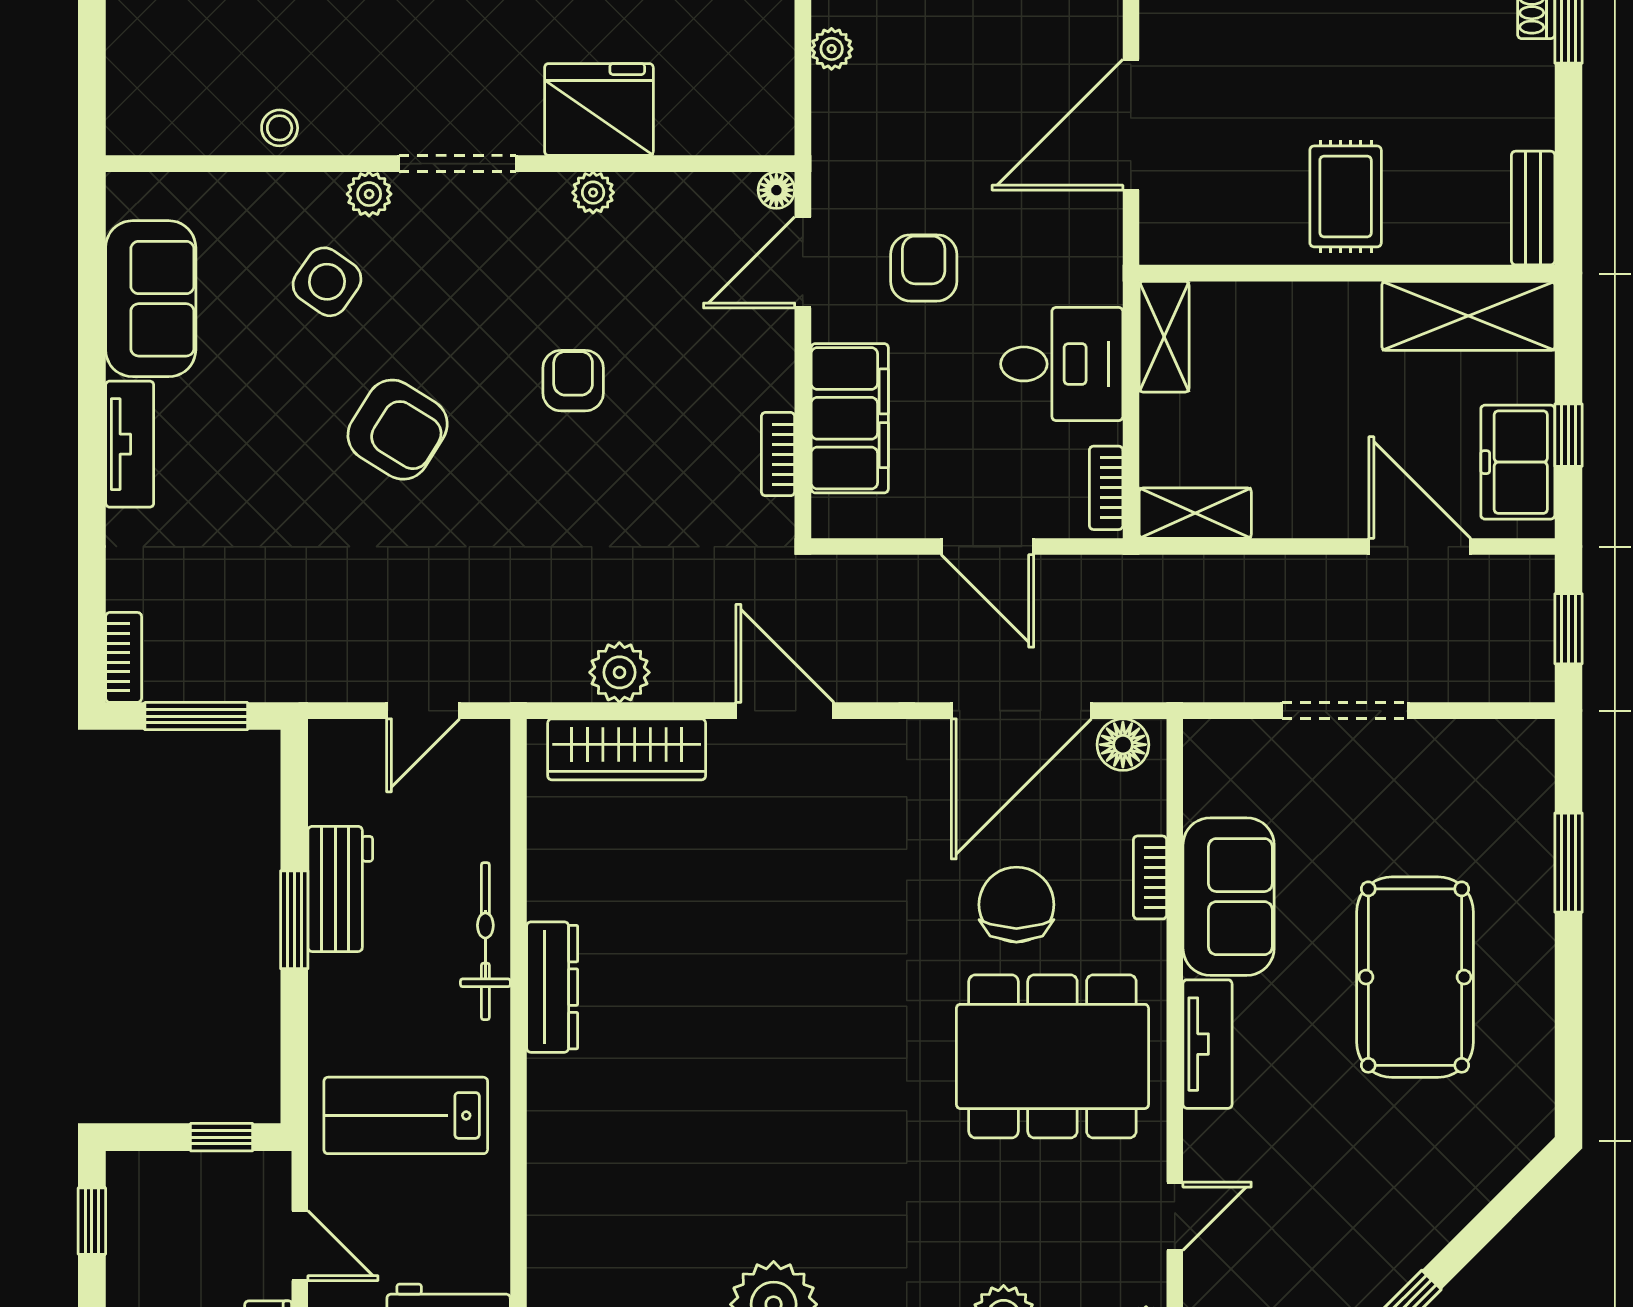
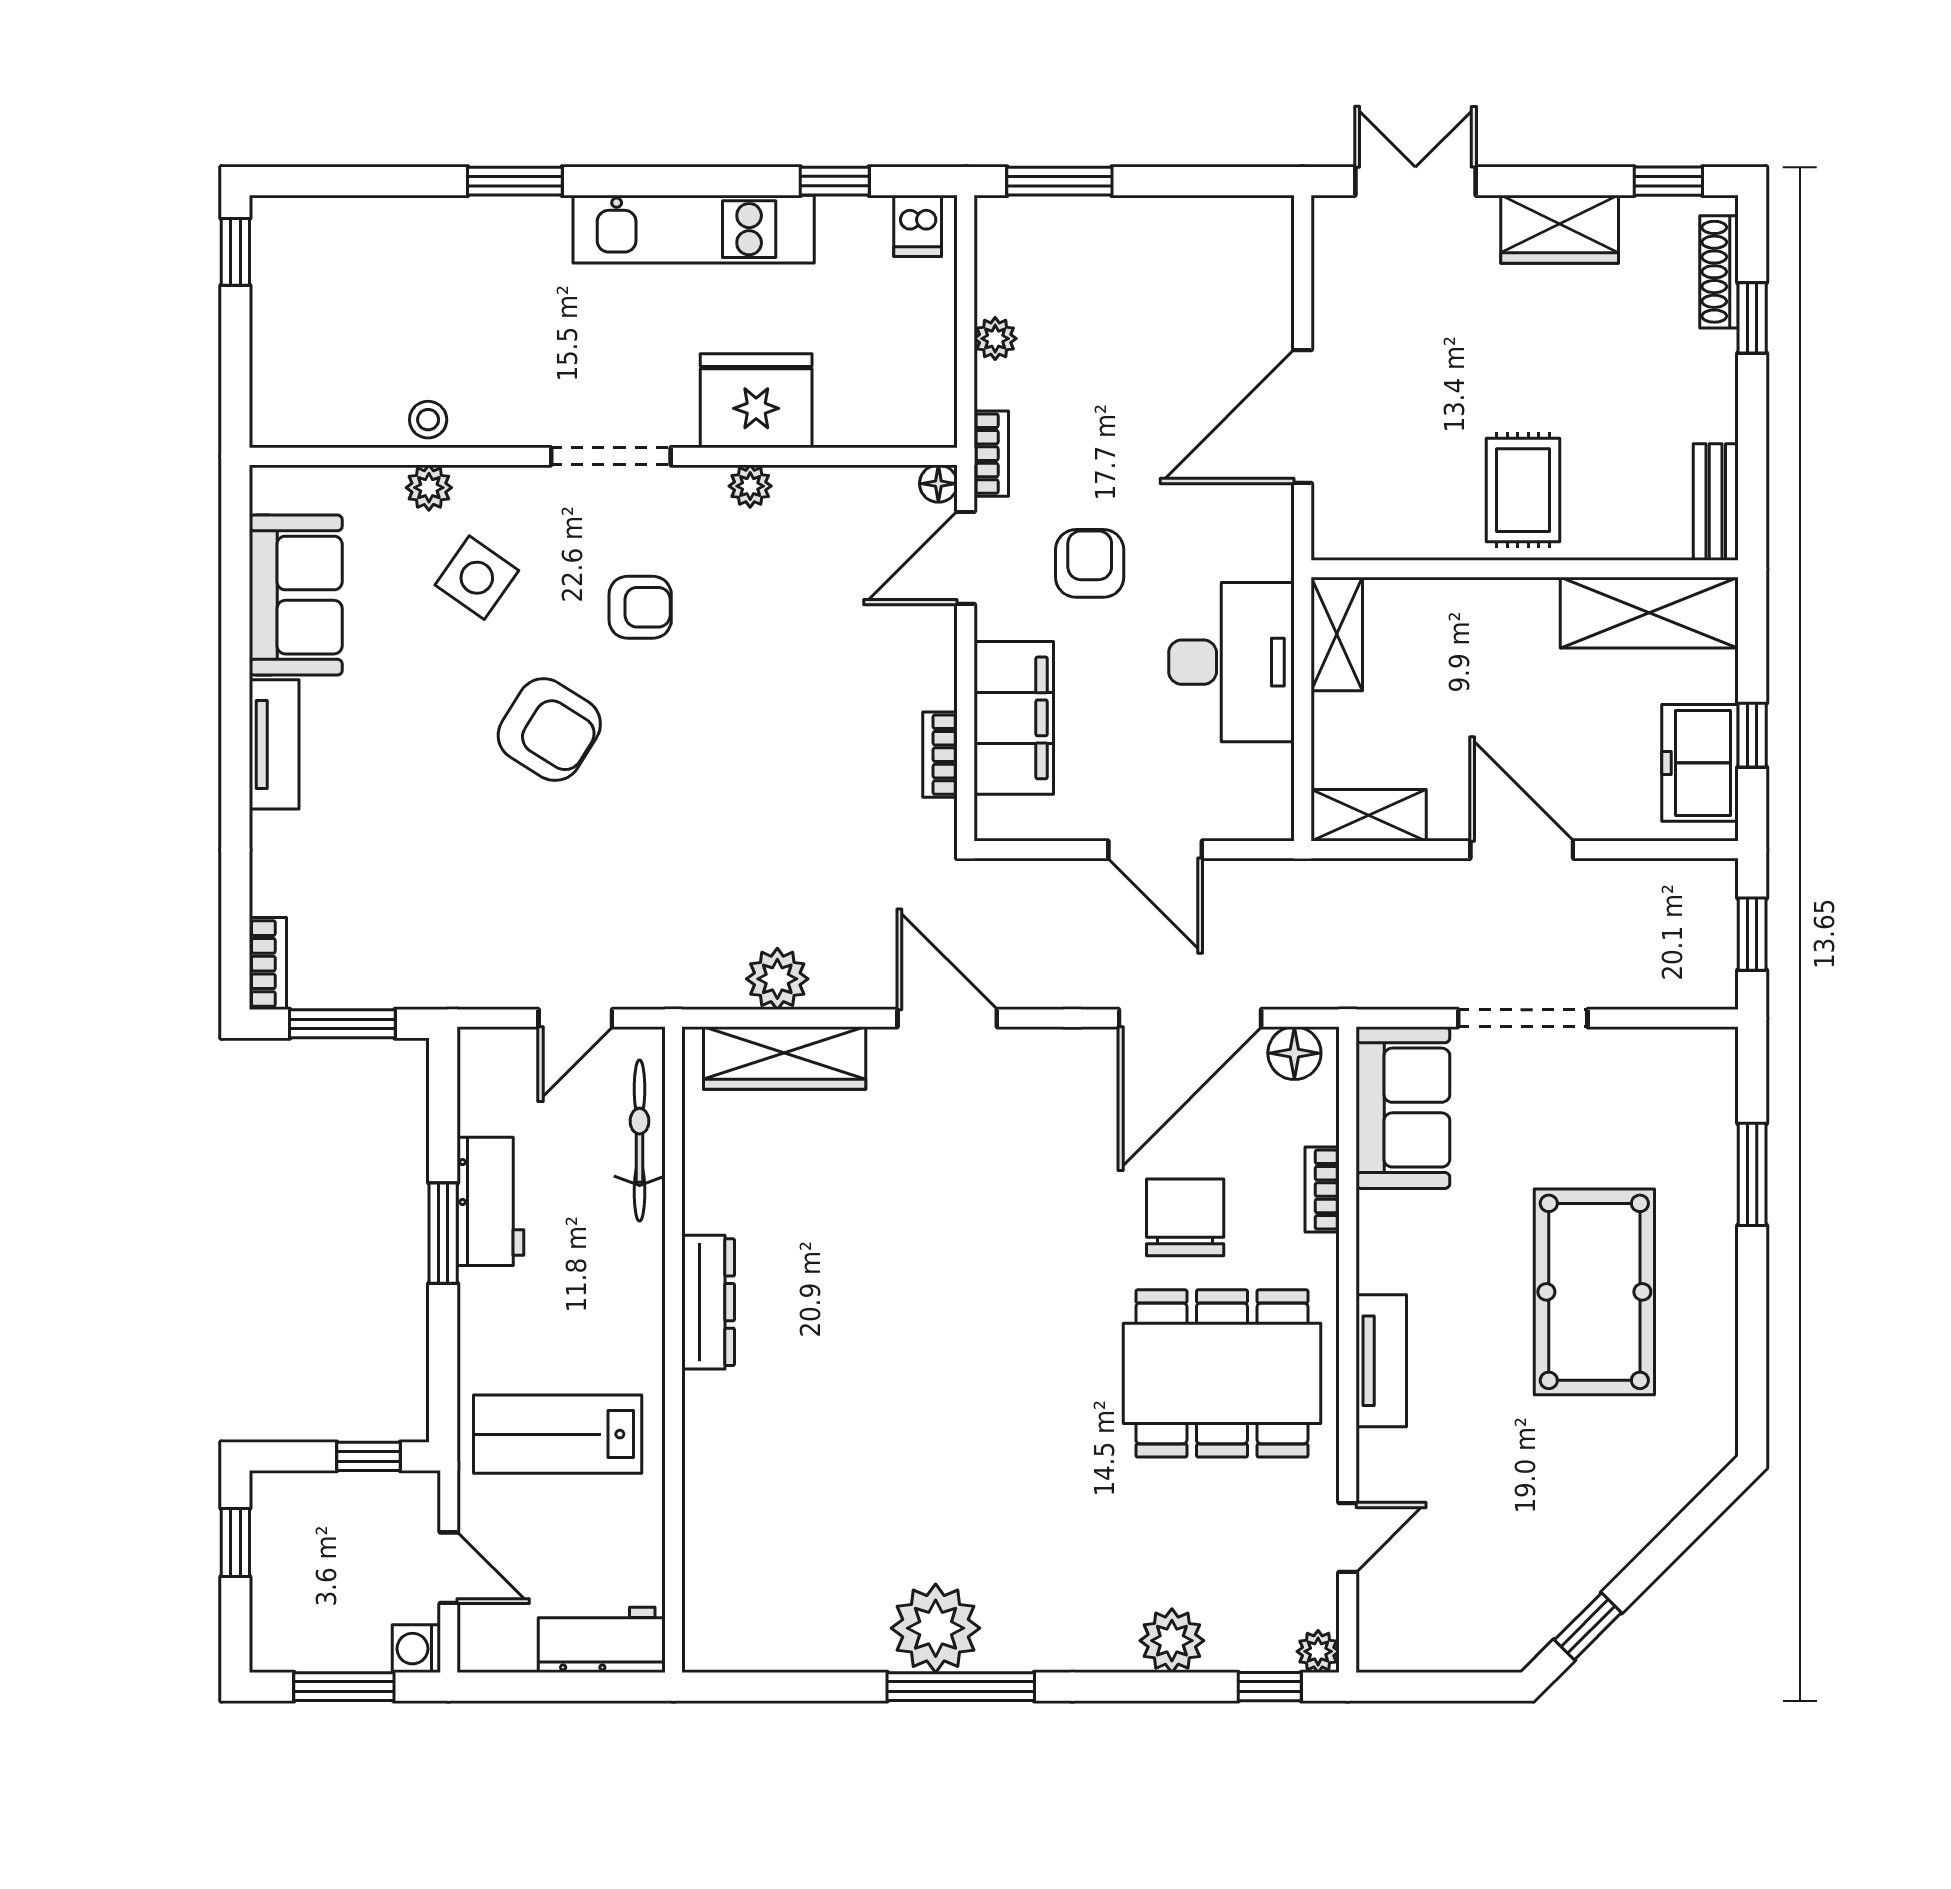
plant: (369, 194) -> (429, 488), moved
desk: (1062, 364) -> (1231, 662), width x1.37
armchair: (573, 381) -> (640, 607), moved, turned 90
bookcase: (1106, 488) -> (991, 454), moved, turned 180
door: (1420, 547) -> (1522, 850), moved
sofa: (1229, 897) -> (1403, 1108), moved
bicycle: (485, 941) -> (640, 1141), moved

